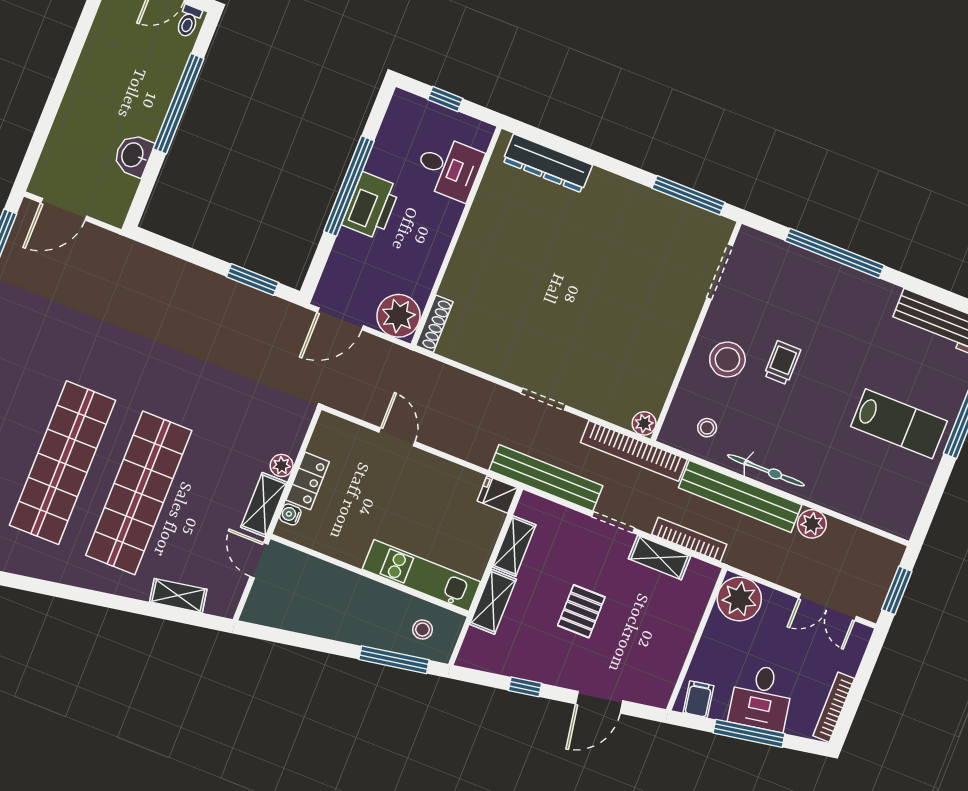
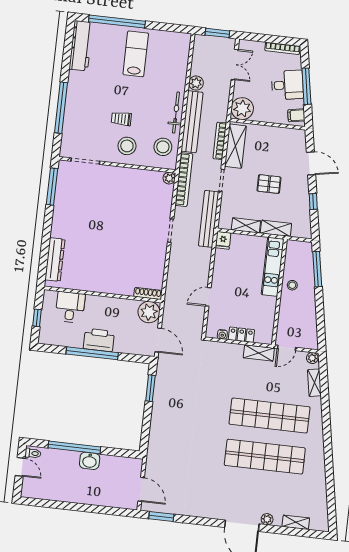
washbasin: (133, 155) -> (90, 461), moved
stool: (707, 428) -> (163, 147), width x1.89, depth x1.89
plant: (282, 465) -> (312, 358), moved
water cooler: (290, 514) -> (222, 334), moved
shelving: (659, 557) -> (235, 146), width x1.50, depth x1.33
stool: (422, 630) -> (292, 285), moved

